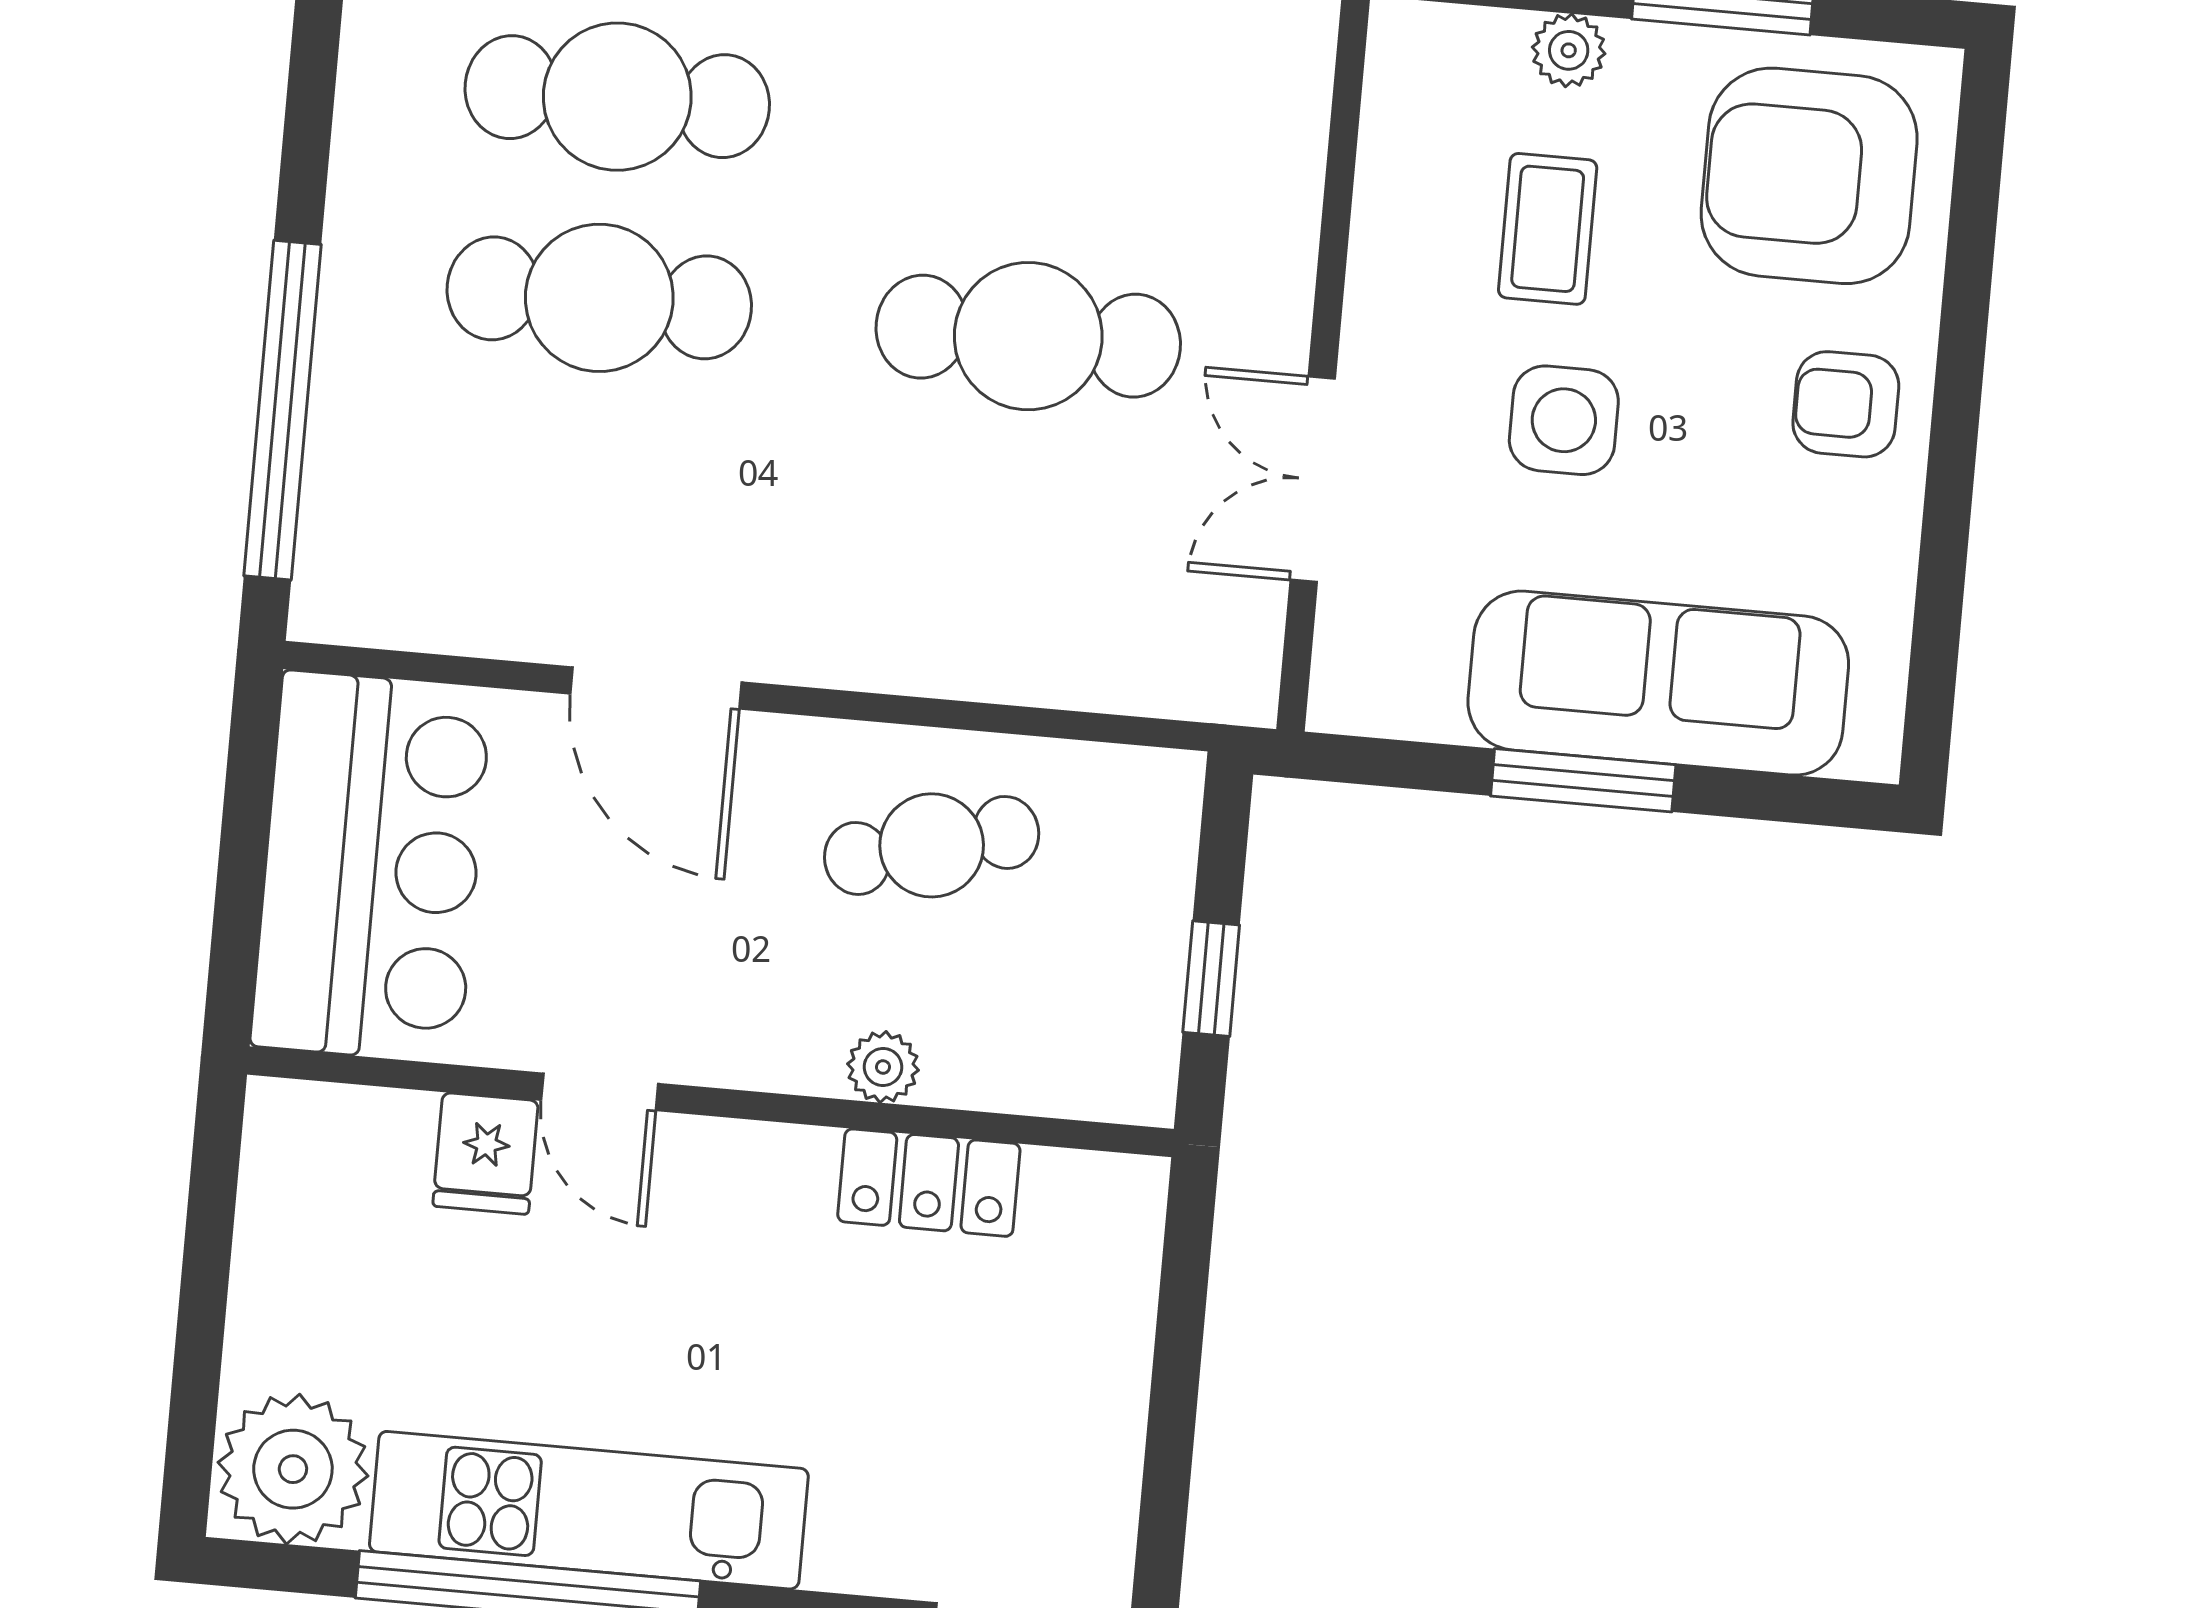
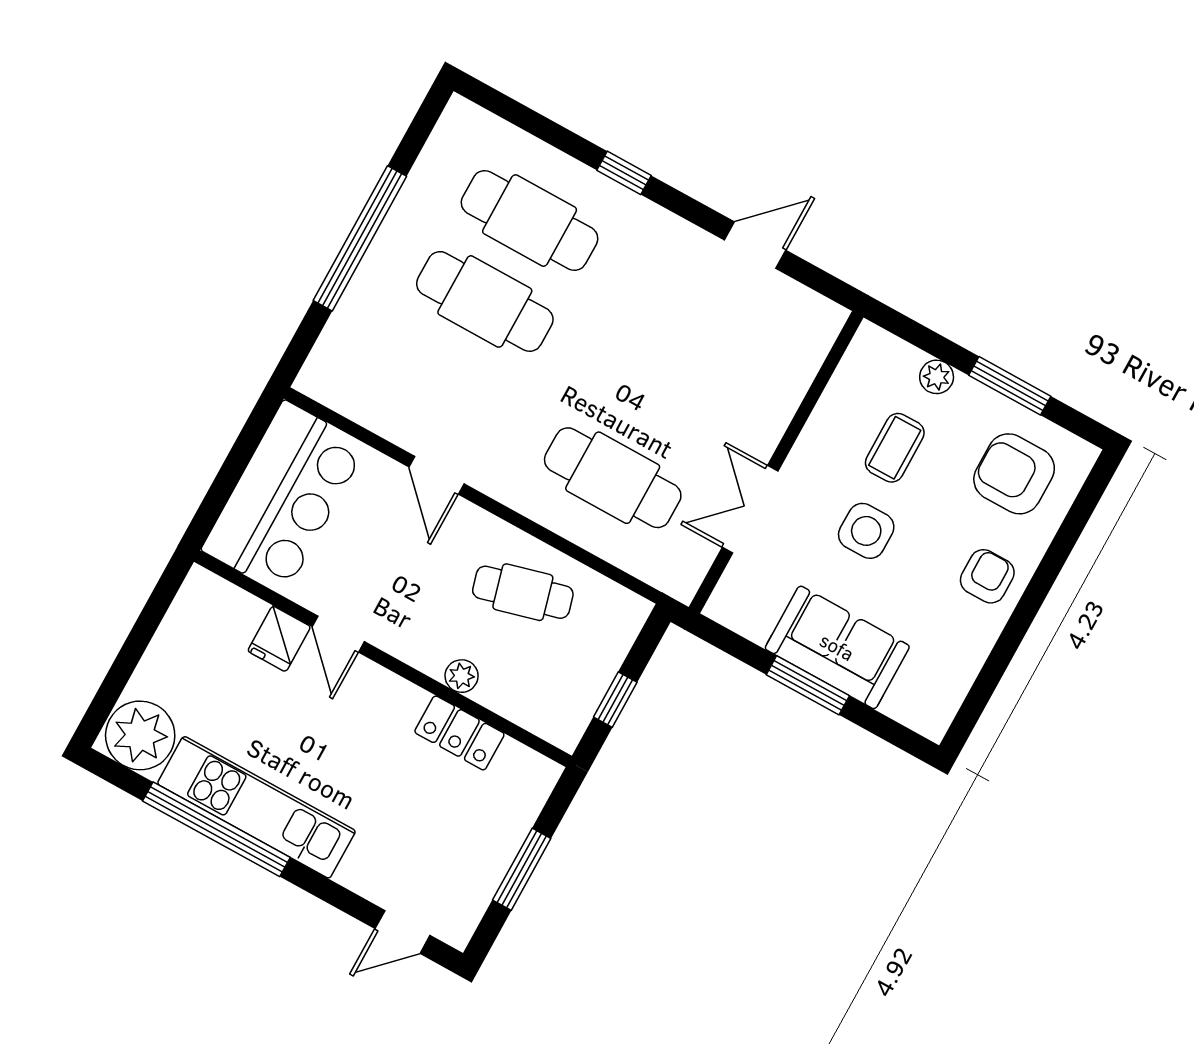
armchair: (1809, 176) -> (1014, 474), width x0.73, depth x0.73
cafe table: (1028, 336) -> (613, 478), moved
armchair: (1846, 404) -> (987, 576), turned 90
window: (282, 410) -> (360, 238), moved
sofa: (1658, 683) -> (837, 647), width x0.73
door: (656, 688) -> (436, 475), width x0.73
window: (1174, 1400) -> (522, 869), added

